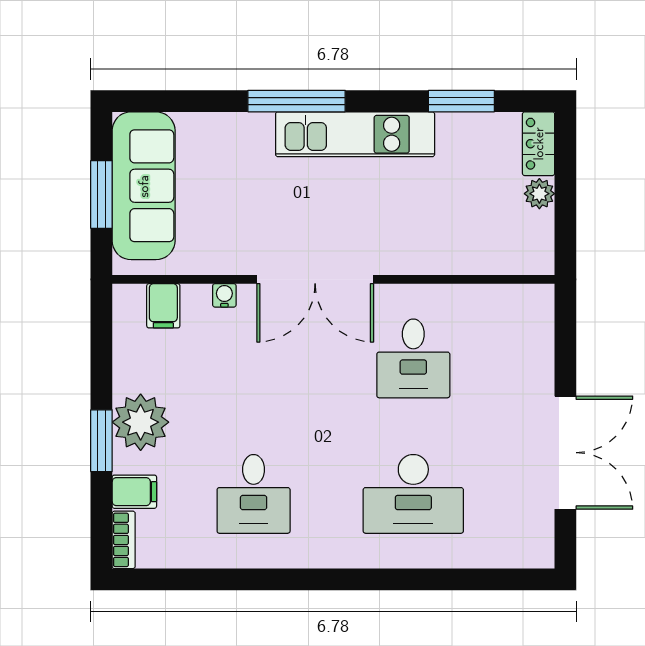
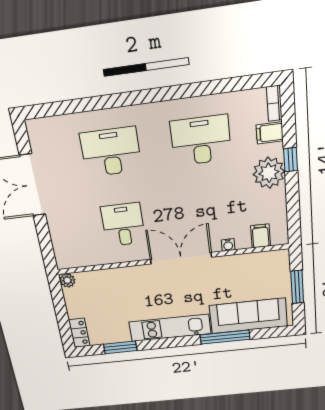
window: (297, 101) -> (225, 337), moved
sofa: (144, 186) -> (248, 316), moved, turned 90
plant: (539, 194) -> (67, 280), moved
window: (101, 441) -> (291, 160), width x0.67
desk: (254, 494) -> (201, 140), width x1.37

